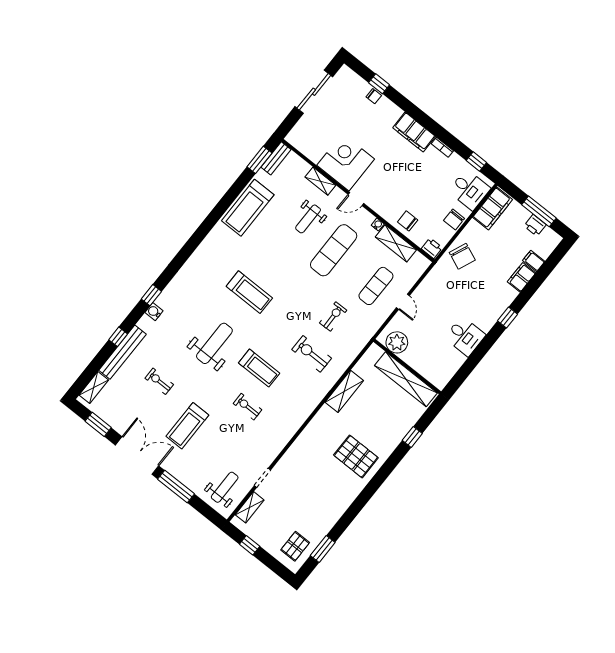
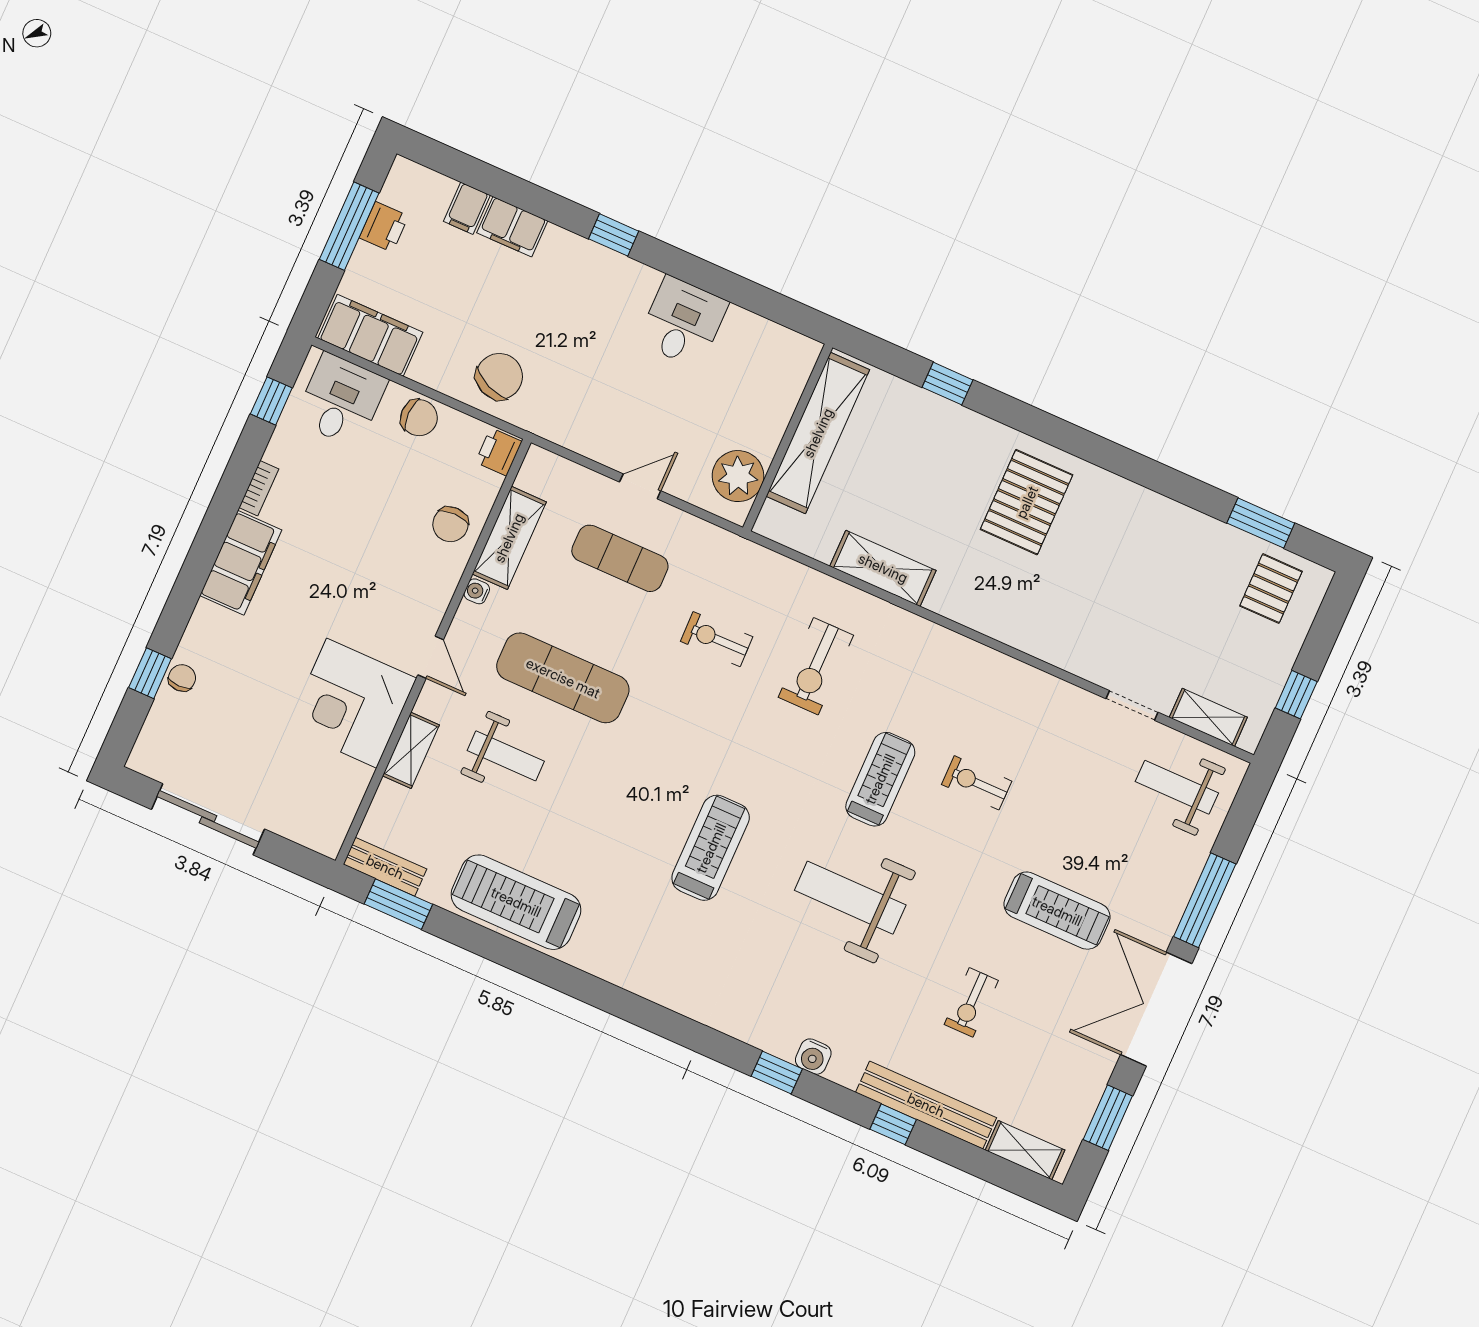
treadmill: (248, 208) -> (516, 902), turned 180
exercise bike: (248, 407) -> (977, 783), turned 90
pallet: (295, 546) -> (1271, 589), turned 90

